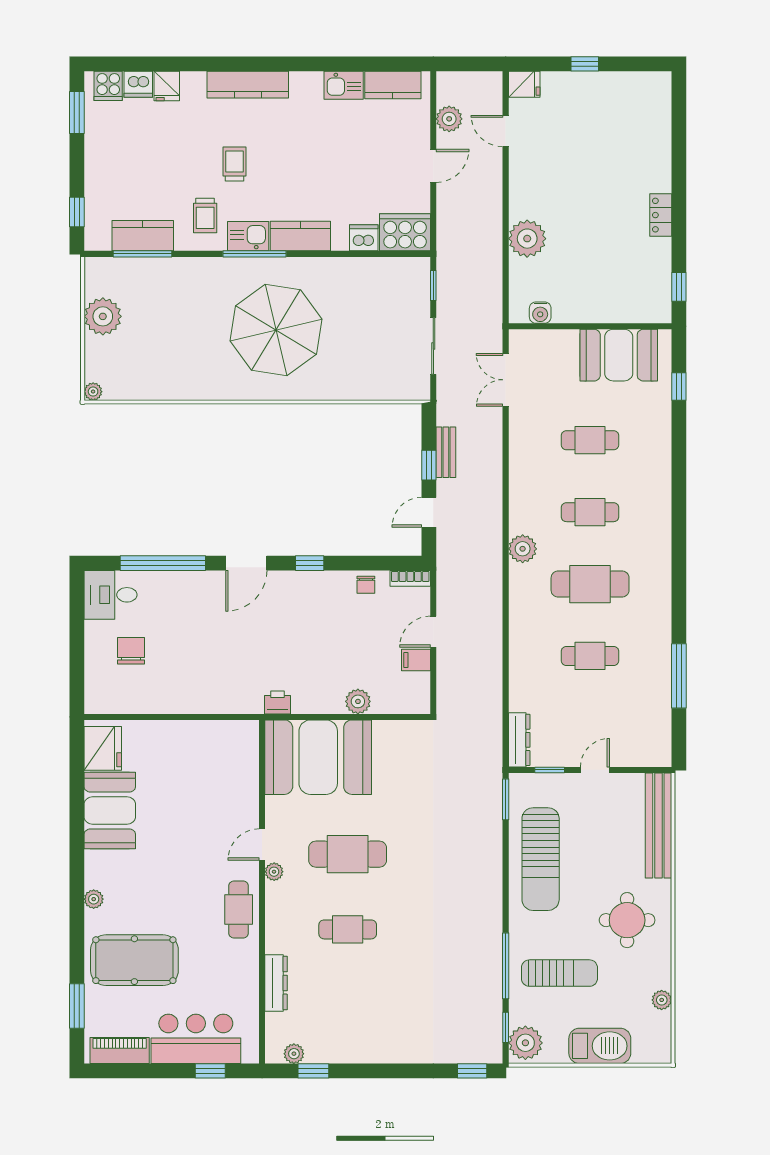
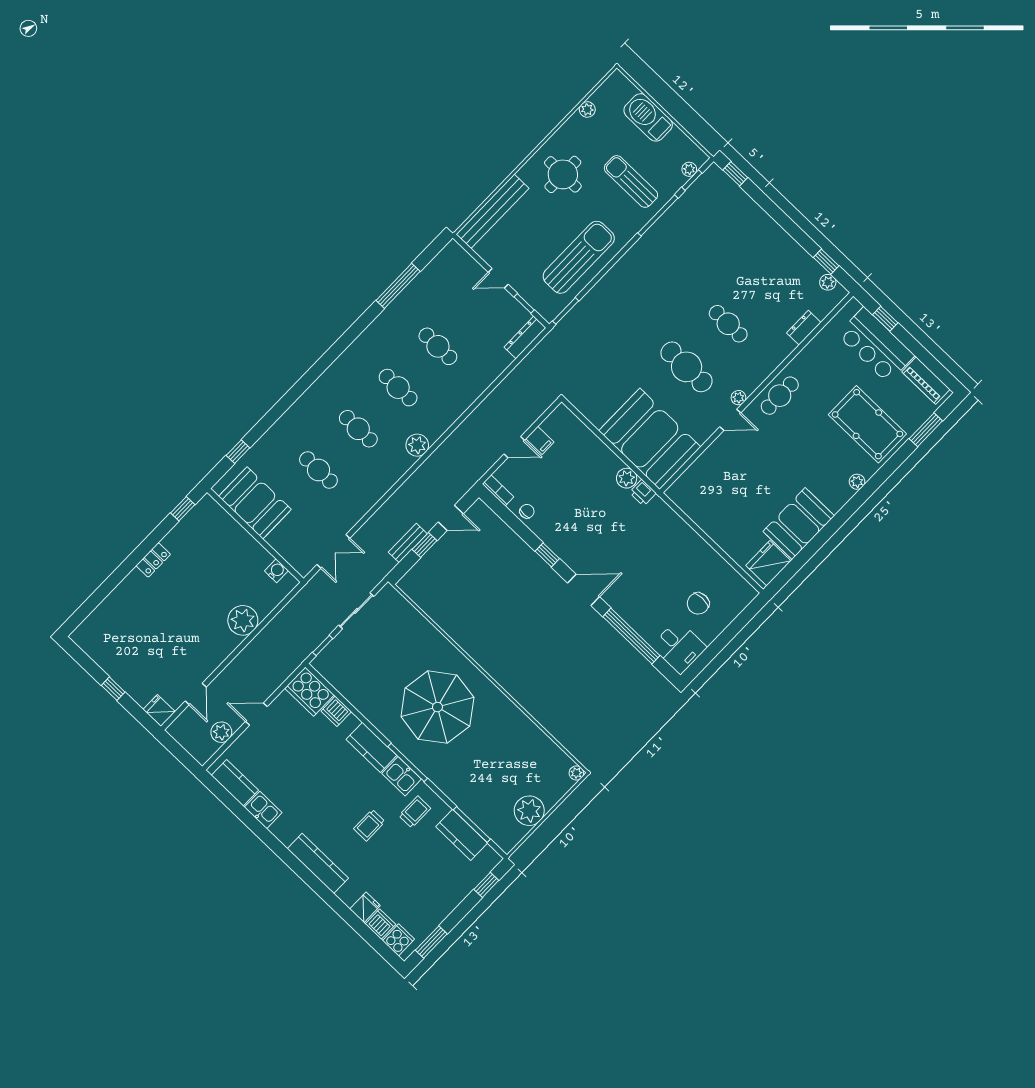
cafe table: (590, 584) -> (398, 388), width x0.73, depth x0.74
plant: (358, 701) -> (627, 478), moved
dresser: (276, 983) -> (804, 328), width x0.70
plant: (525, 1043) -> (689, 169), width x0.53, depth x0.53

